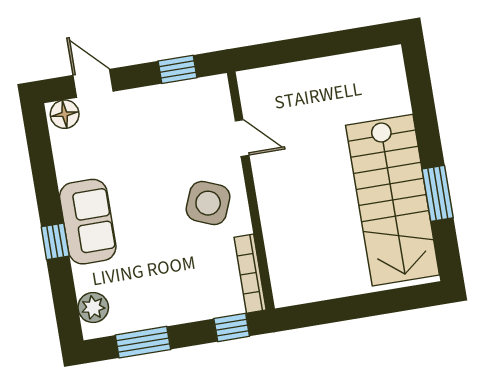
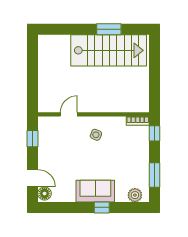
door: (93, 83) -> (33, 178), swing flipped
side table: (208, 203) -> (96, 135), width x0.54, depth x0.54
bookcase: (250, 274) -> (138, 121), width x0.64

